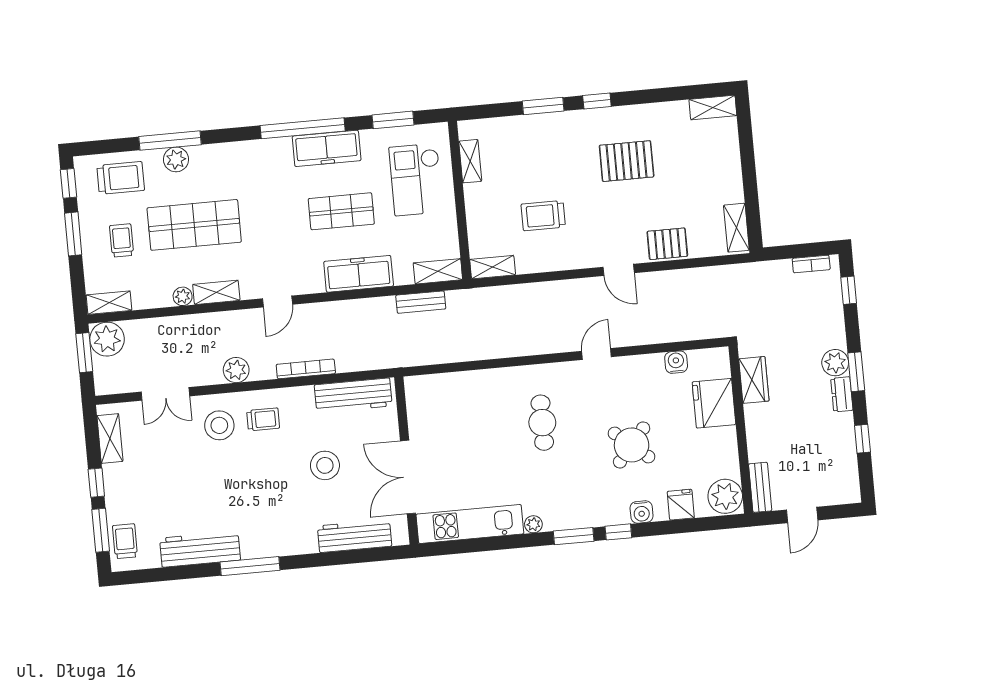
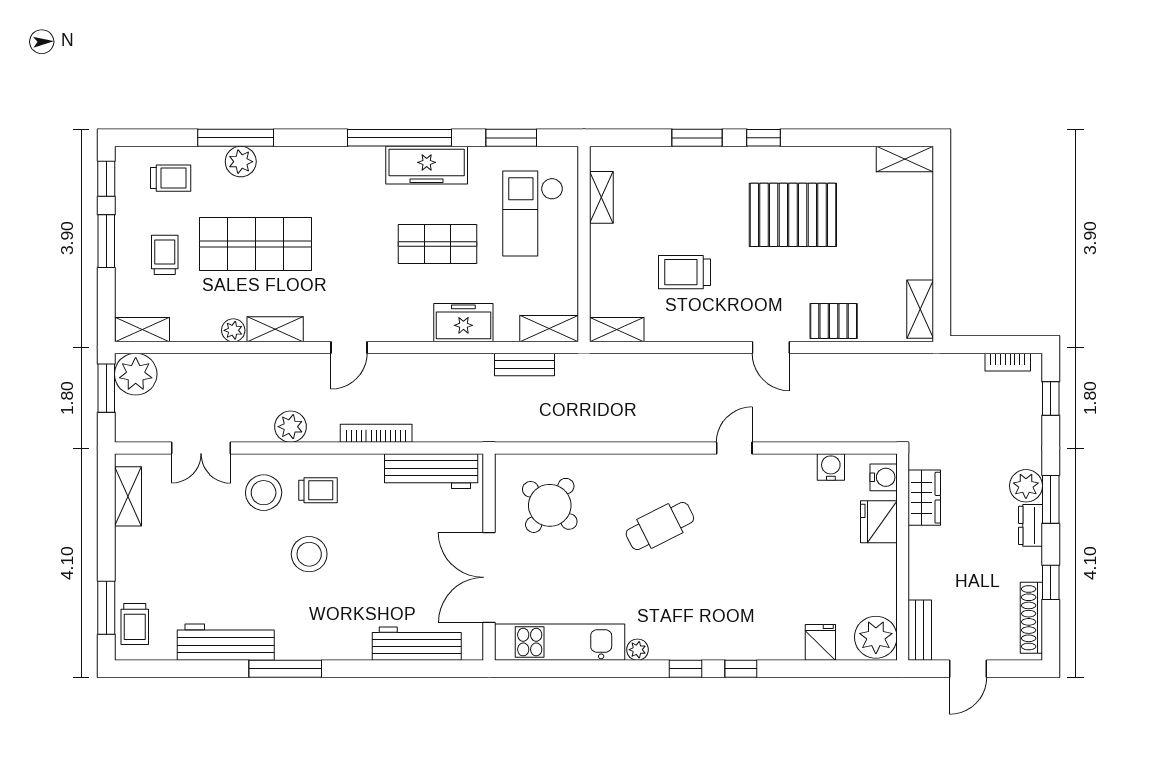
pallet: (627, 161) -> (793, 215), width x1.37, depth x1.41
trolley: (121, 178) -> (171, 178), width x0.73, depth x0.72
freezer: (359, 274) -> (463, 323), width x0.71
fridge: (714, 403) -> (879, 522), width x0.73, depth x0.75
cafe table: (542, 423) -> (660, 526), turned 63
round table: (632, 445) -> (550, 505), moved
stool: (325, 465) -> (309, 554), moved
shoe rack: (849, 469) -> (1031, 618), added
window: (96, 483) -> (106, 549), removed
water cooler: (642, 512) -> (884, 477), moved, turned -90
window: (574, 536) -> (685, 669), width x0.67
trolley: (125, 541) -> (135, 624), turned 180

